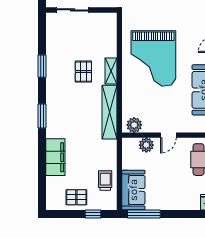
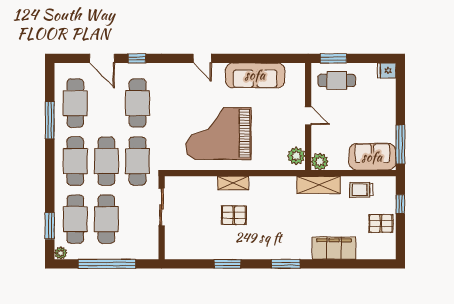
sliding door: (73, 10) -> (162, 207), moved
grand piano: (153, 58) -> (218, 133), turned 180
shelving: (109, 112) -> (319, 185), moved, width x0.68
plant: (146, 145) -> (320, 162), moved
pallet: (76, 197) -> (381, 223), turned 90

